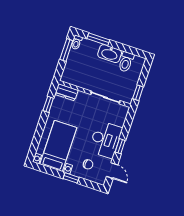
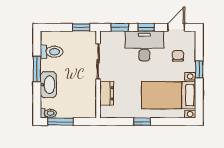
window: (98, 39) -> (37, 69), moved
washbasin: (110, 54) -> (48, 85), moved
dresser: (66, 92) -> (107, 93), moved
window: (48, 104) -> (142, 122), moved
window: (127, 124) -> (120, 27), added

